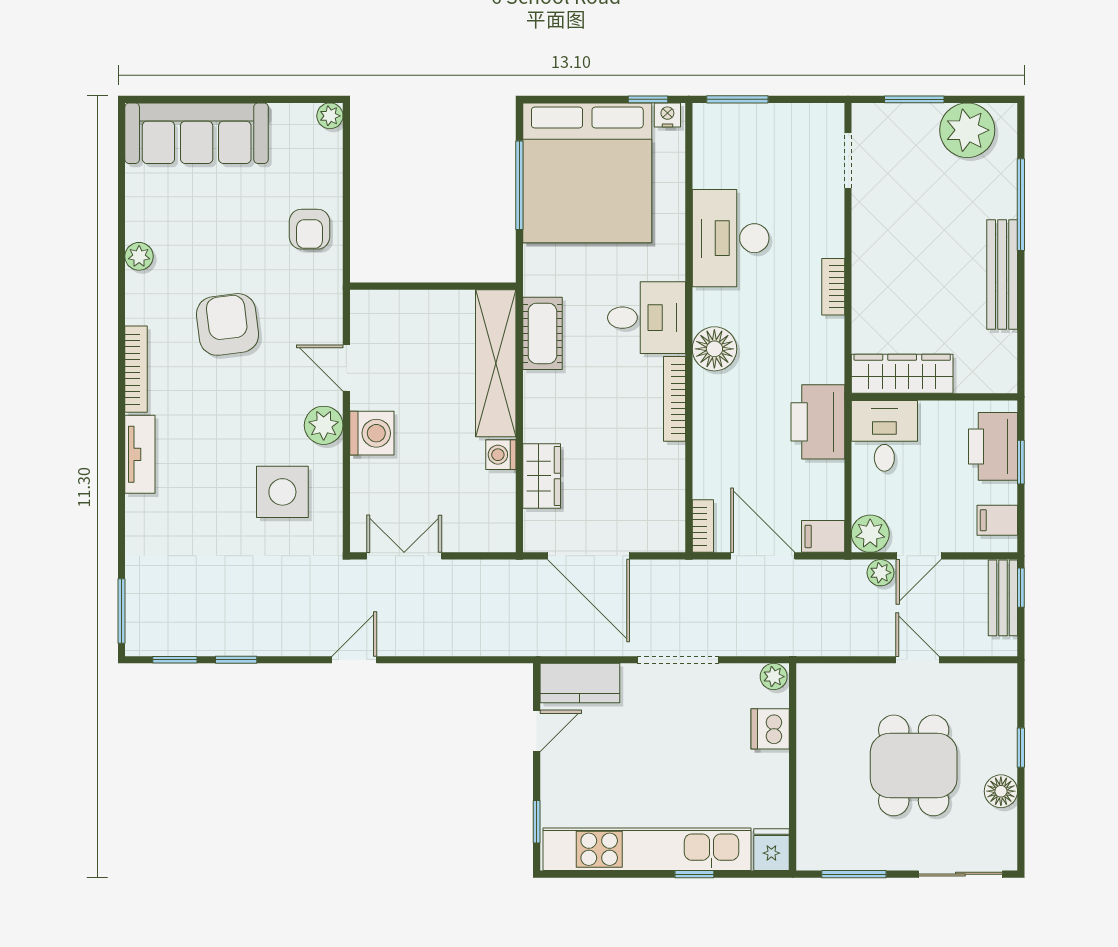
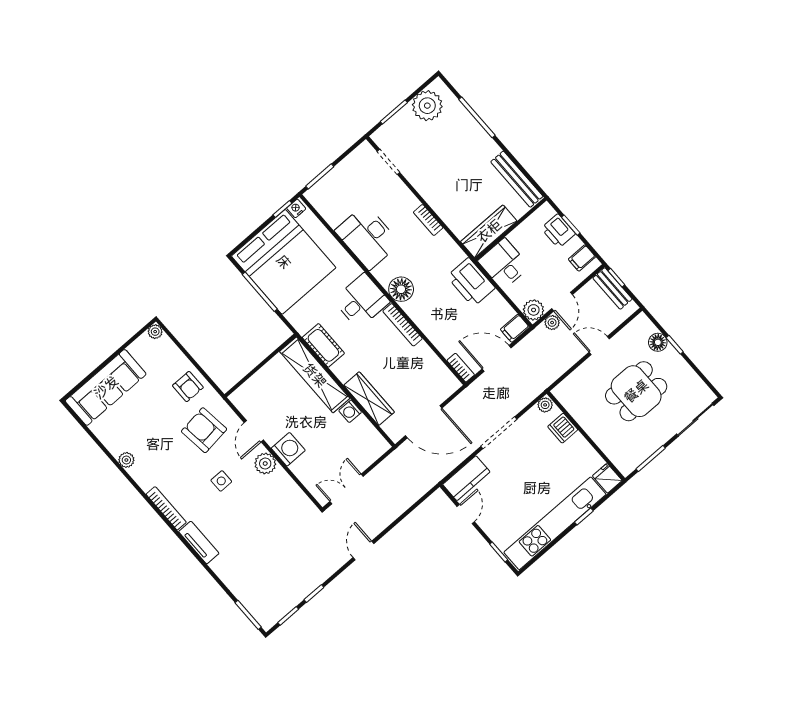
bench: (1002, 275) -> (517, 179), moved
armchair: (228, 324) -> (204, 430), moved
door: (346, 368) -> (254, 431), hinge flipped
printer: (993, 446) -> (558, 231), width x0.73, depth x0.84
wardrobe: (542, 476) -> (369, 399), width x1.50
side table: (282, 492) -> (221, 481), moved, width x0.54, depth x0.54
dining table: (914, 765) -> (636, 391), turned 90
floor lamp: (1001, 791) -> (658, 342), moved

